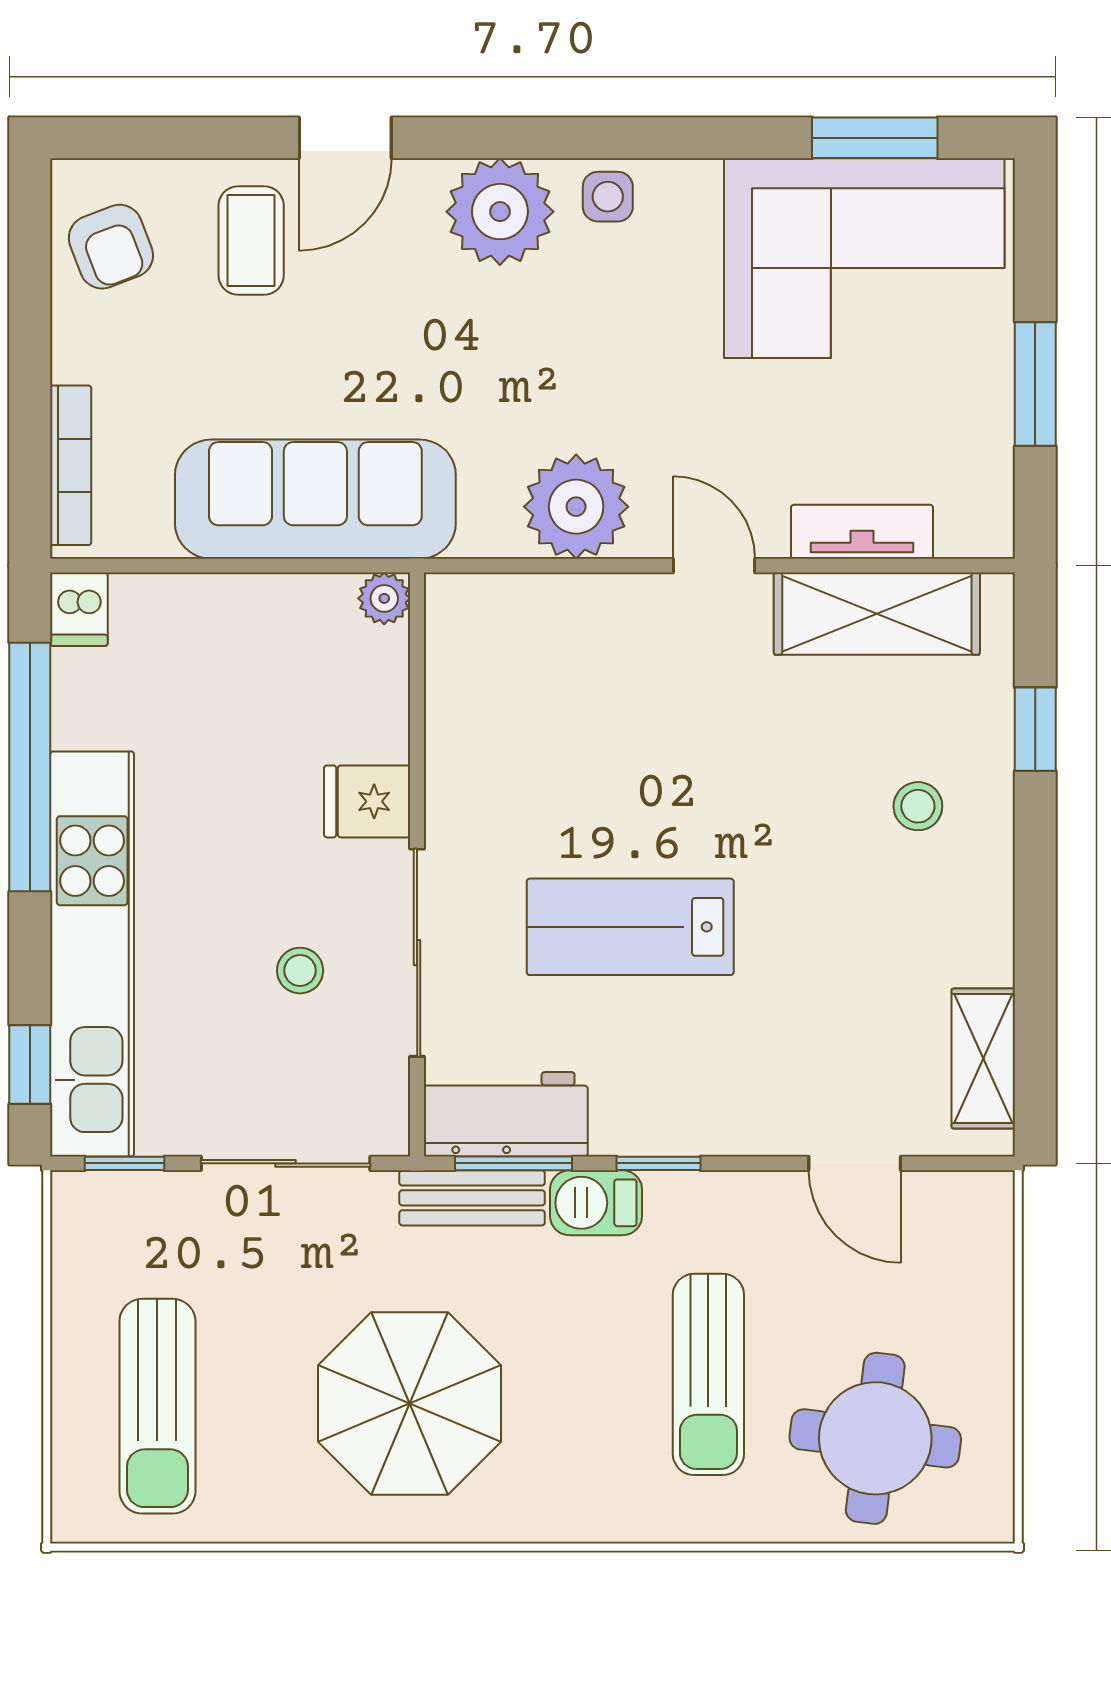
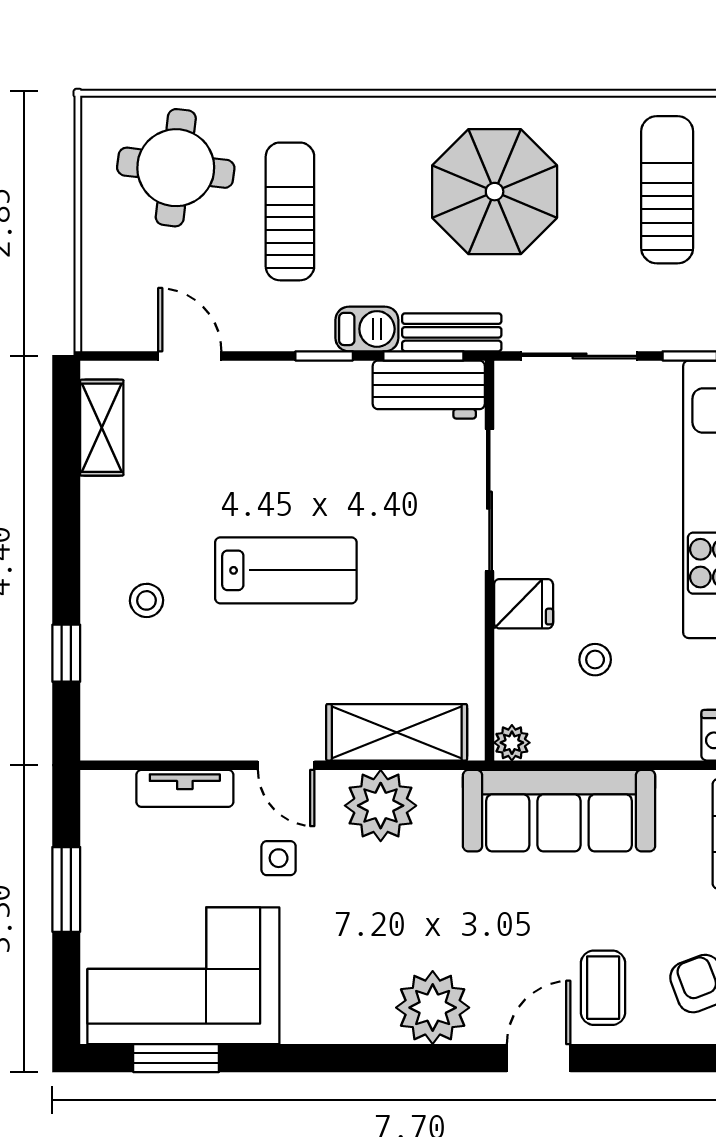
side table: (608, 197) -> (279, 858), moved
shelving: (877, 614) -> (397, 732), moved
lab bench: (630, 927) -> (286, 570), moved
stool: (300, 971) -> (595, 660), moved

